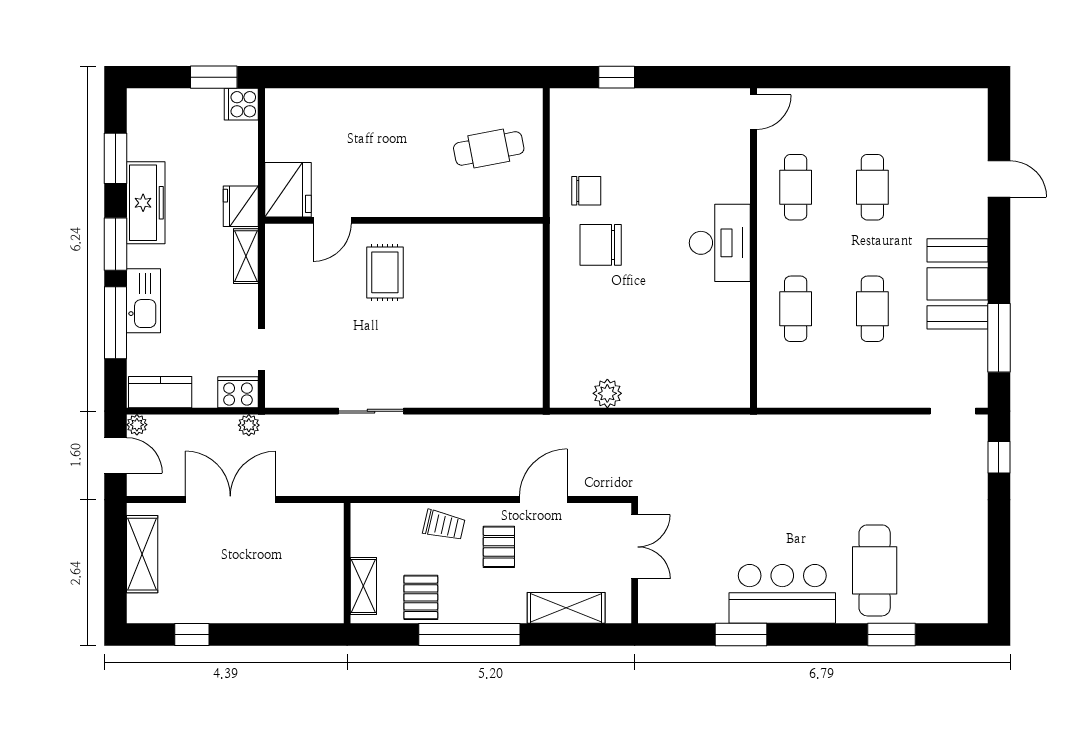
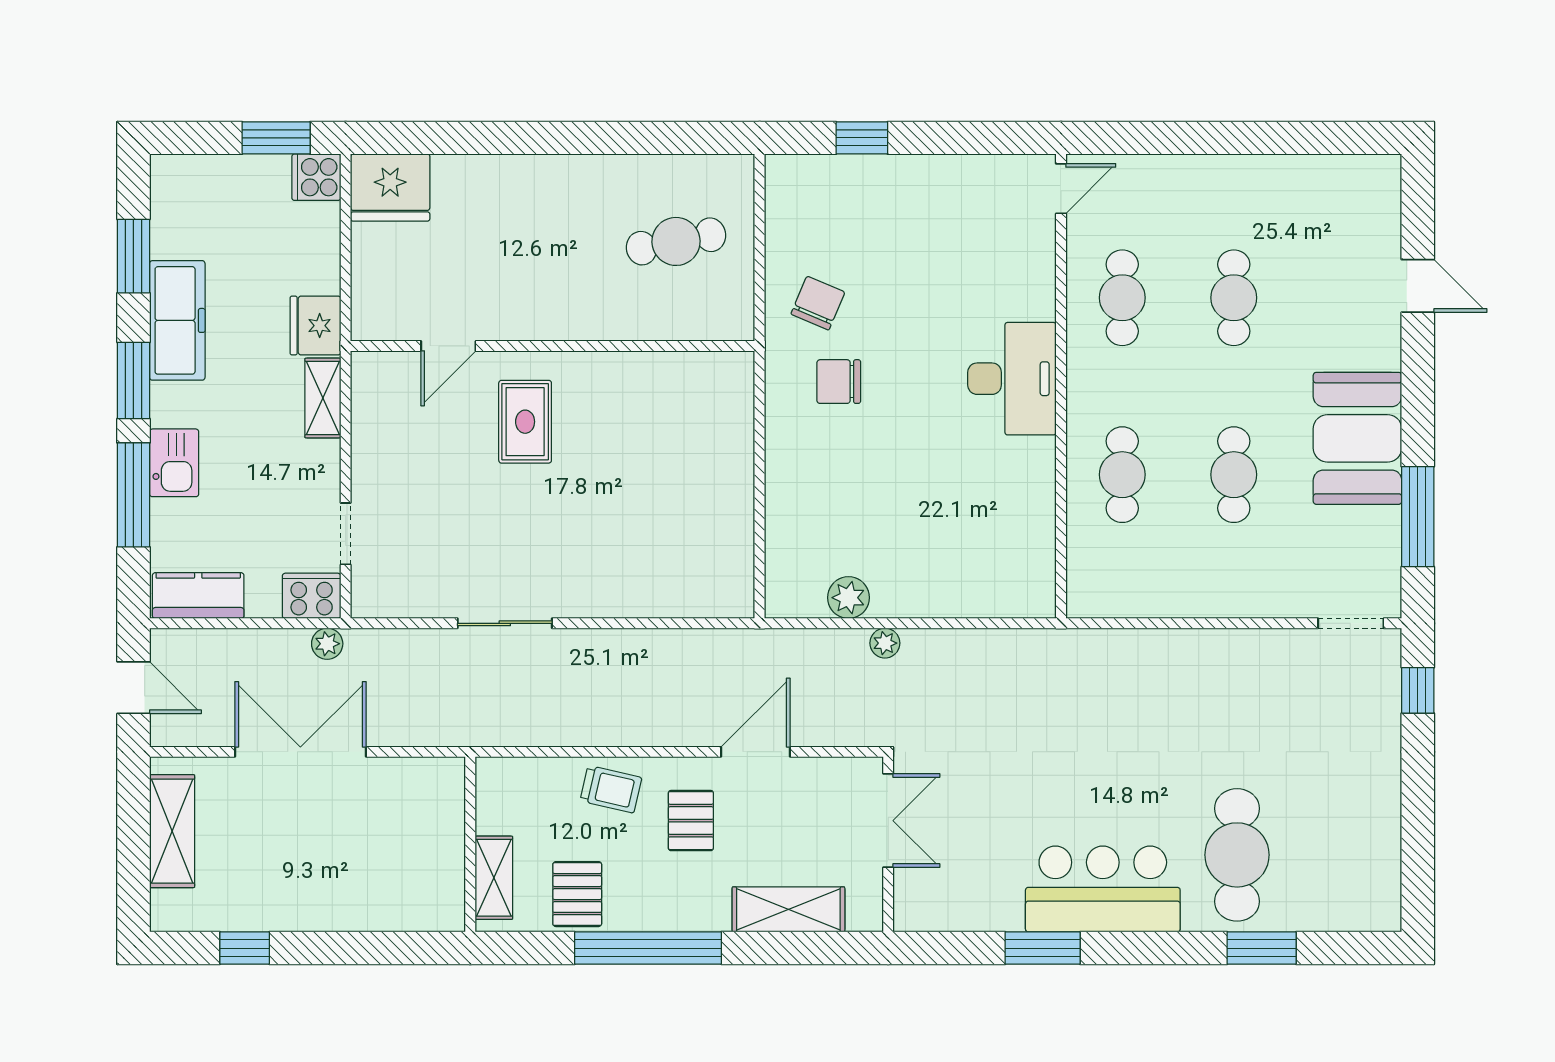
fridge: (288, 190) -> (390, 188), moved, turned 90
chair: (586, 191) -> (818, 303), turned -67
chair: (601, 245) -> (839, 382), width x0.73, depth x0.73
kitchen sink: (143, 301) -> (174, 463), width x0.73
plant: (137, 425) -> (885, 643), moved

